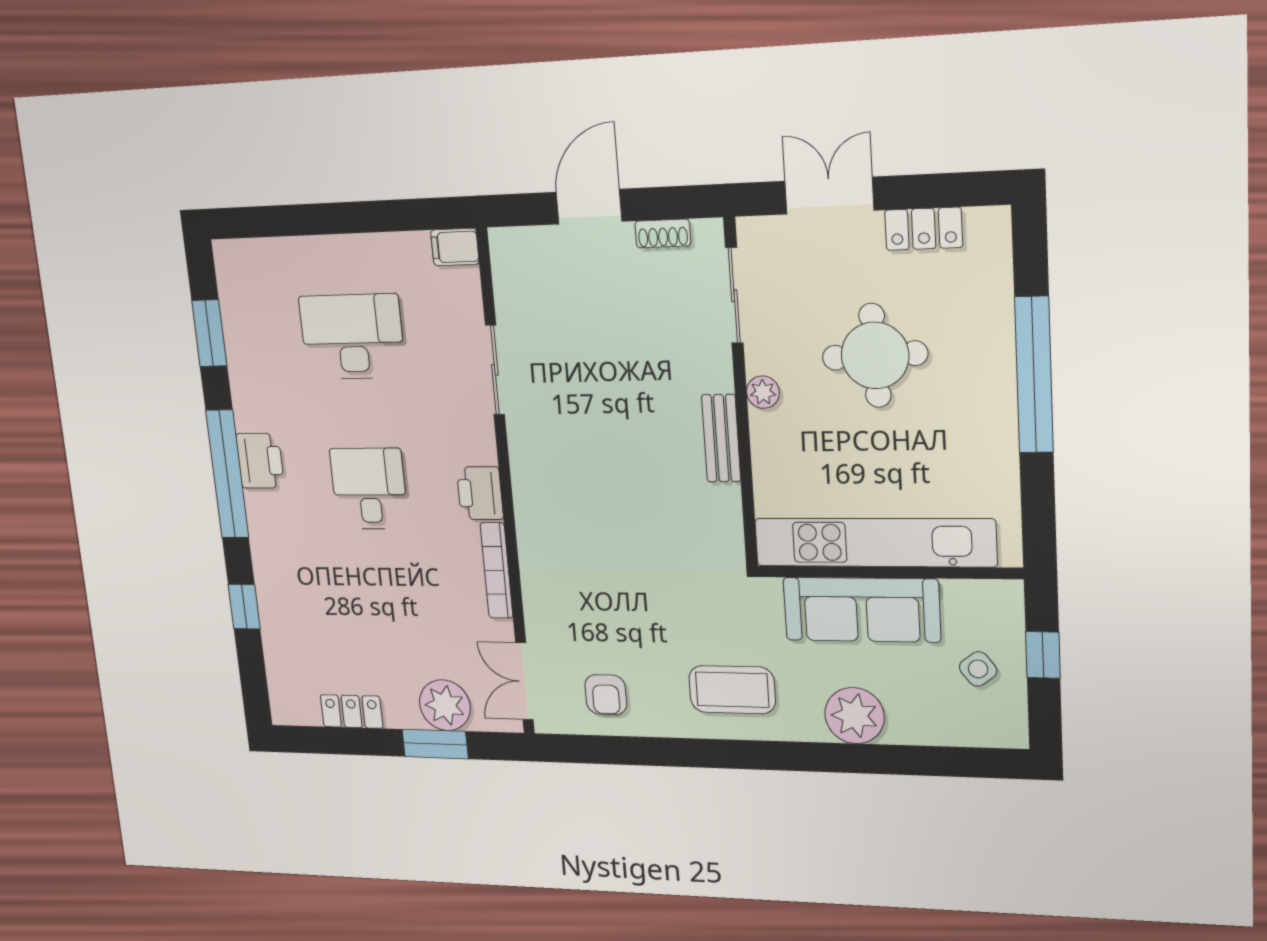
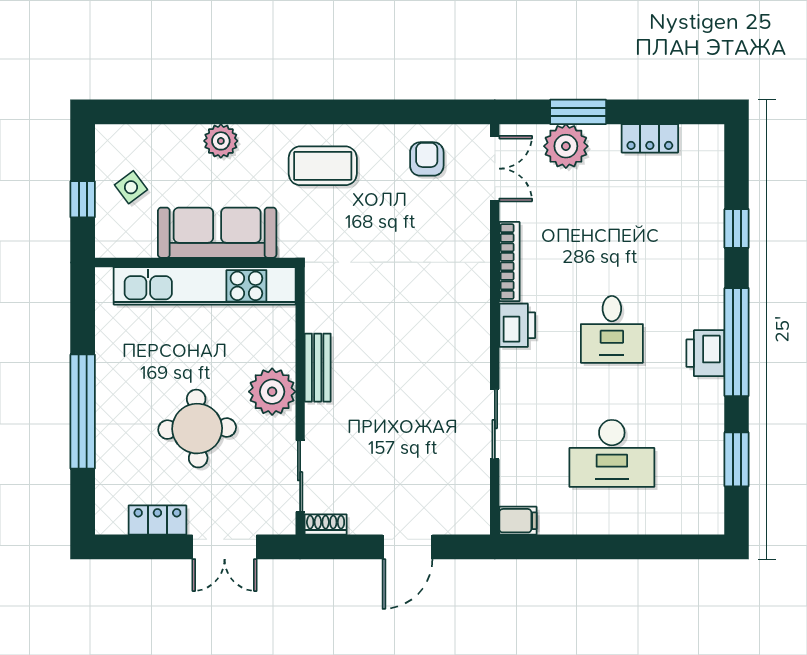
shoe rack: (663, 233) -> (326, 525), moved
plant: (763, 392) -> (272, 392), width x1.88, depth x1.88
plant: (855, 716) -> (221, 141), width x0.73, depth x0.73

